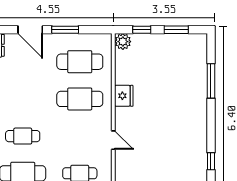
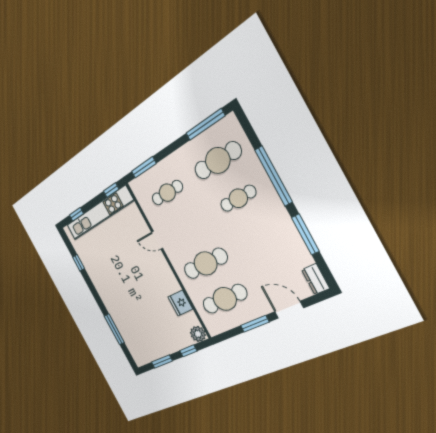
fridge: (124, 96) -> (180, 303), moved

